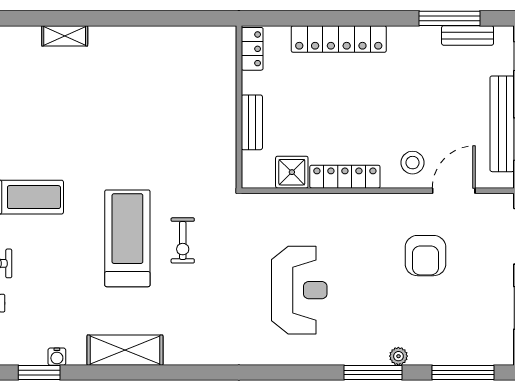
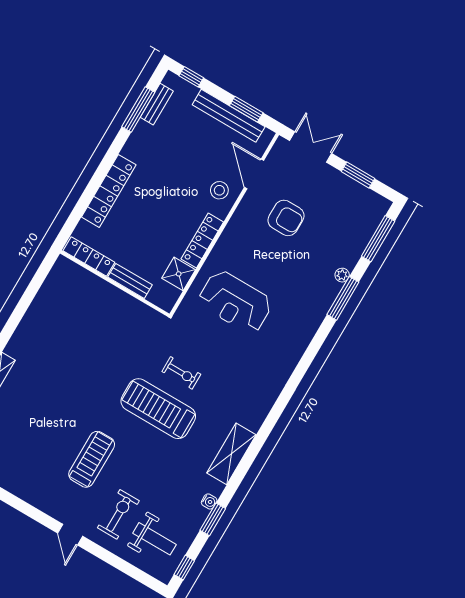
locker: (252, 49) -> (89, 256), width x1.53
reception desk: (299, 290) -> (235, 302), moved, turned 180

